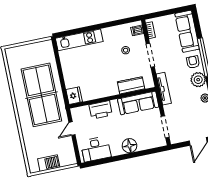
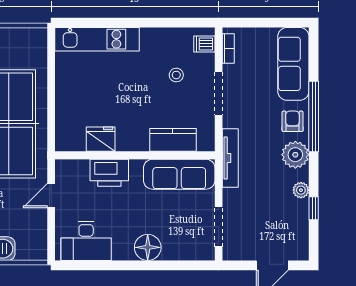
fridge: (74, 96) -> (101, 139), moved, turned -90

